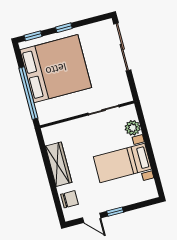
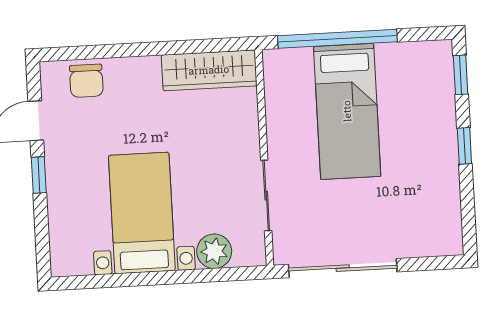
sliding door: (122, 47) -> (343, 268), moved
bed: (56, 69) -> (347, 111), width x0.49
wardrobe: (59, 164) -> (209, 70), moved

